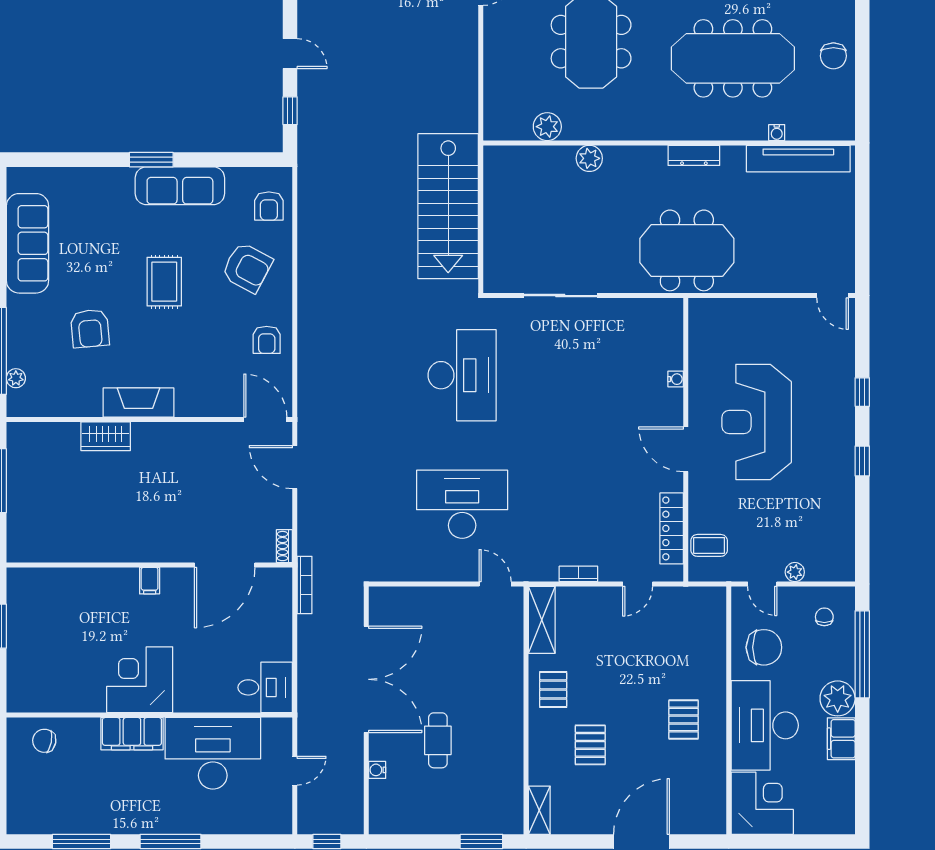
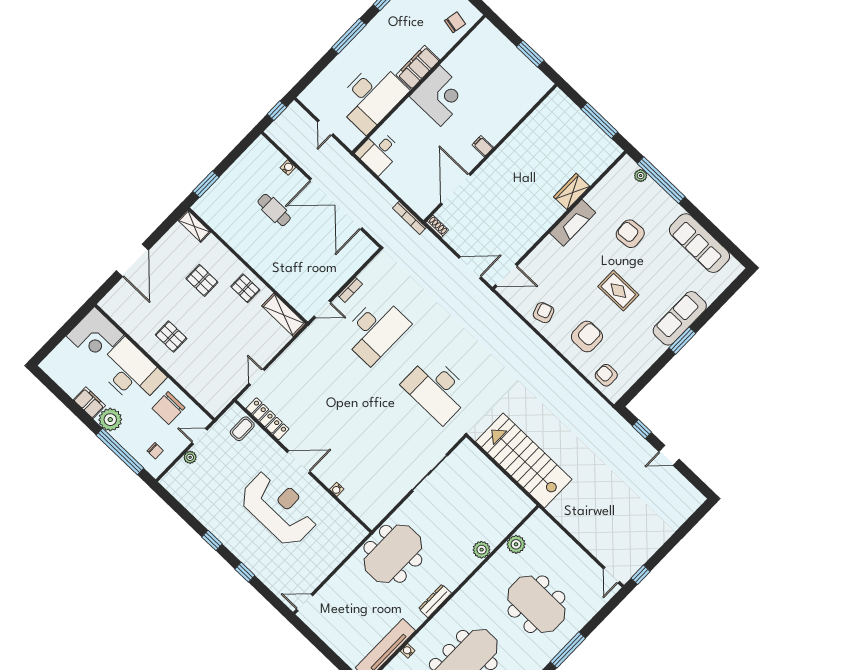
sofa: (180, 186) -> (680, 318), moved
armchair: (247, 268) -> (587, 337), turned 152
armchair: (267, 340) -> (544, 313), turned 71
bookcase: (578, 574) -> (350, 290), moved

